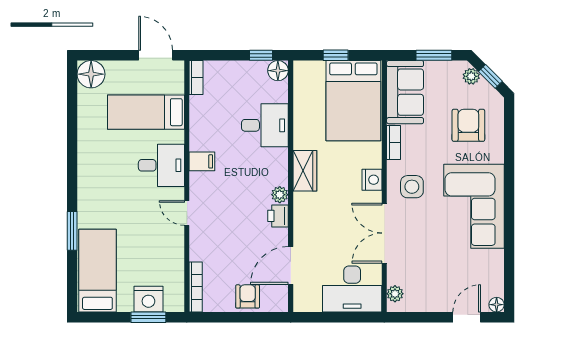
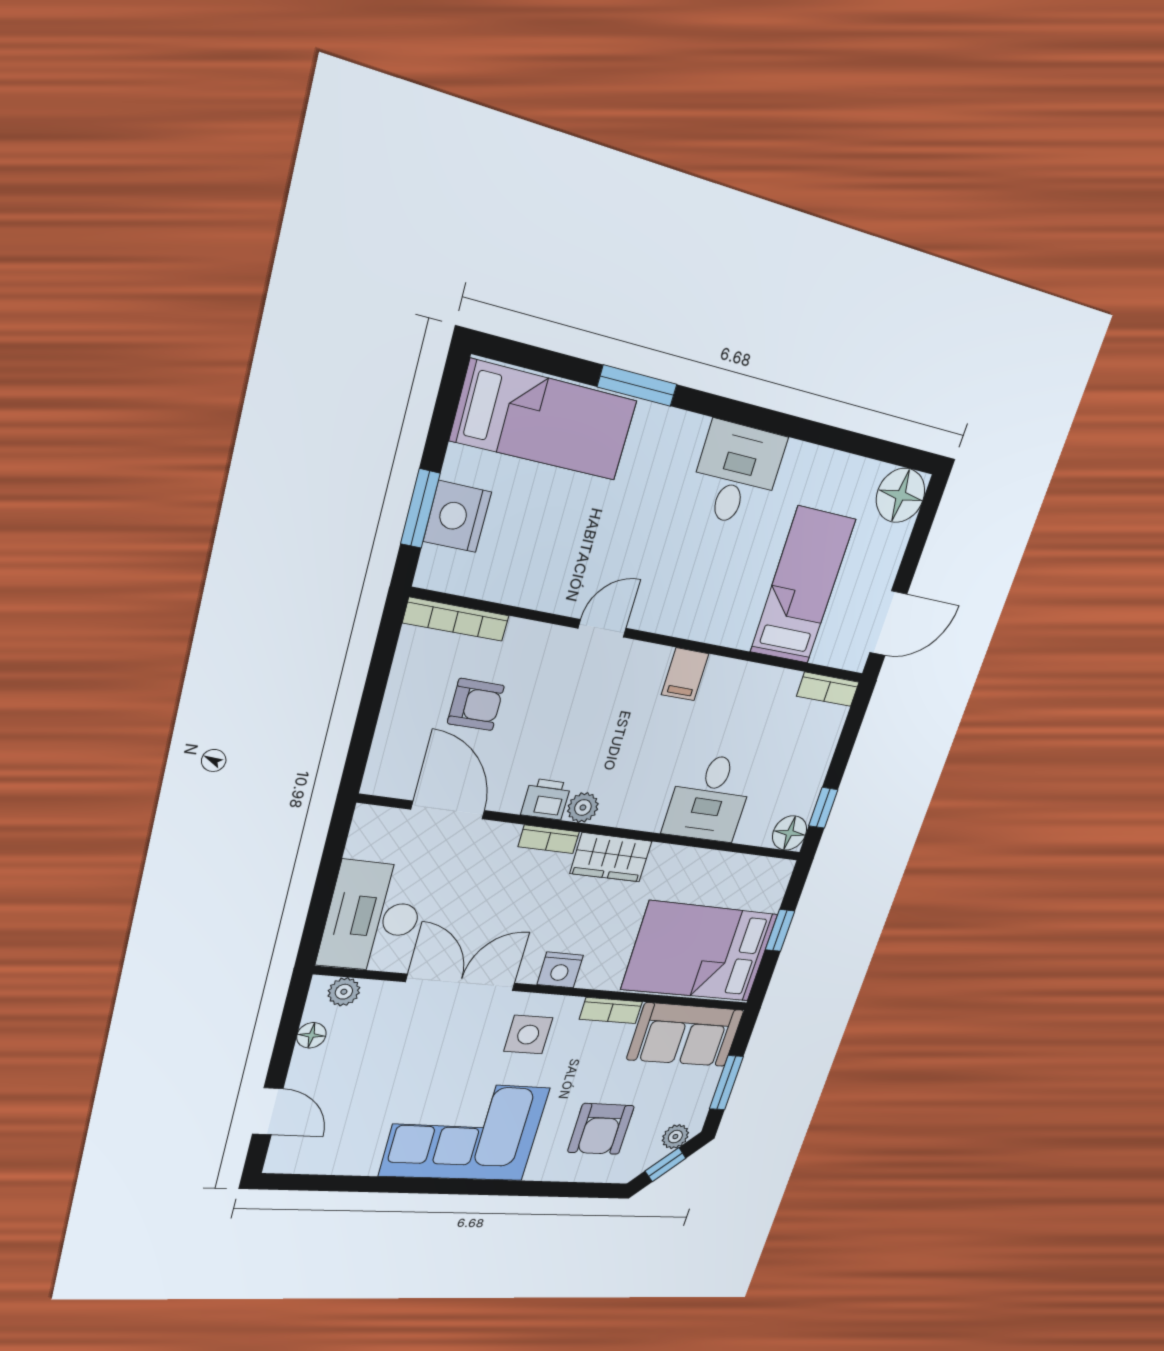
armchair: (468, 125) -> (601, 1129), turned 90
desk: (161, 165) -> (737, 474), moved, turned 180
bookcase: (299, 208) -> (549, 839), added
armchair: (248, 296) -> (476, 705), moved
floor lamp: (497, 305) -> (311, 1035), moved

